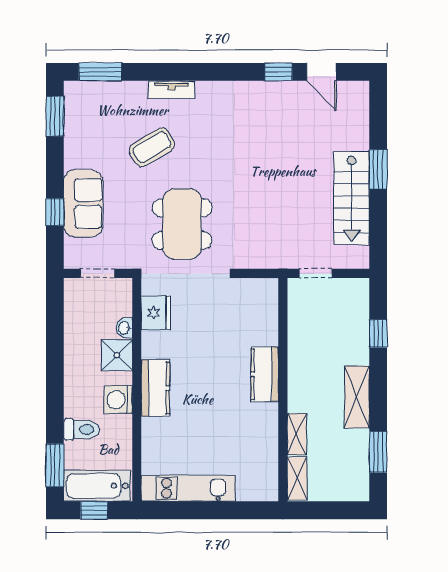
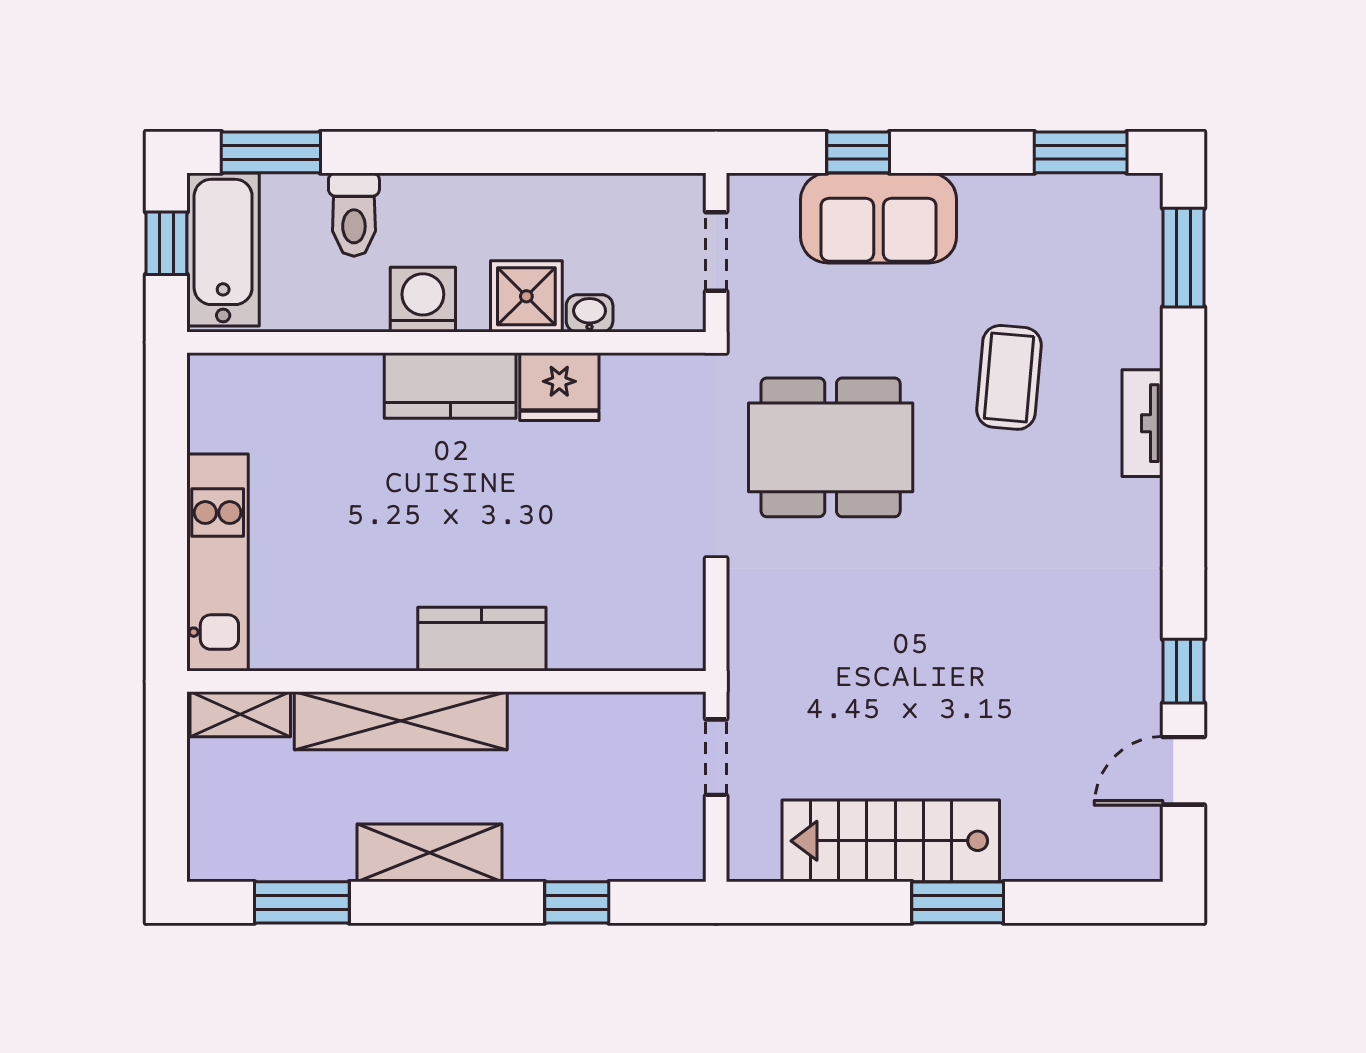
coffee table: (152, 147) -> (1009, 377), turned 36
fridge: (156, 313) -> (559, 387), moved
shelving: (297, 434) -> (401, 721), width x2.20, depth x1.33
kitchen unit: (188, 488) -> (218, 563), moved

